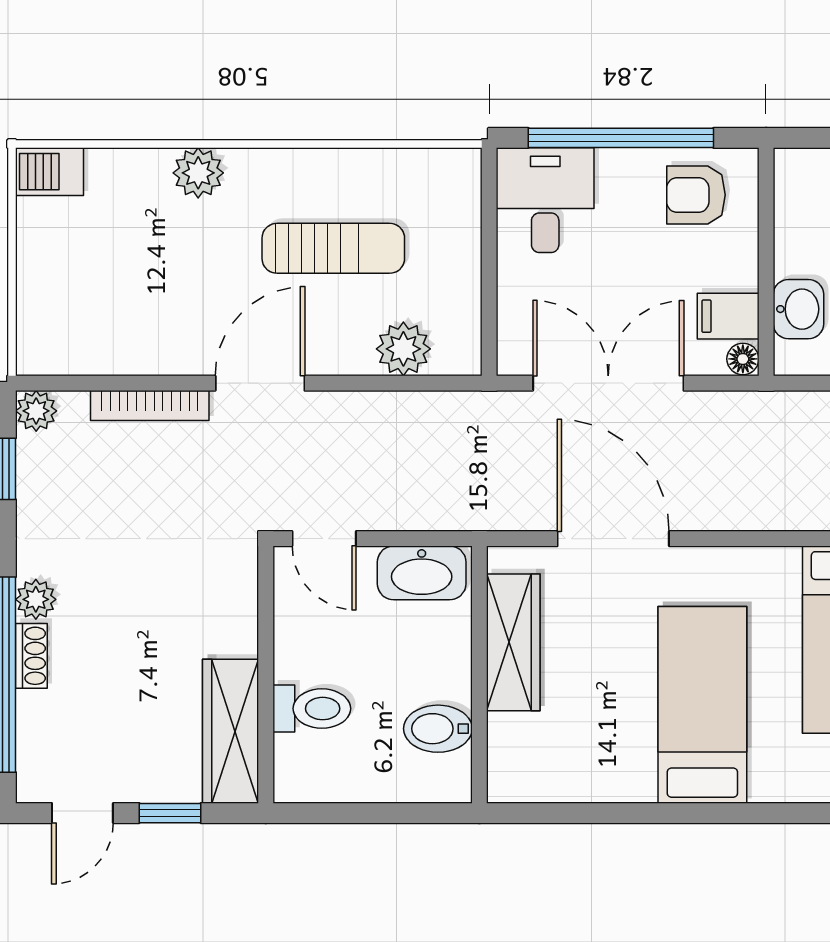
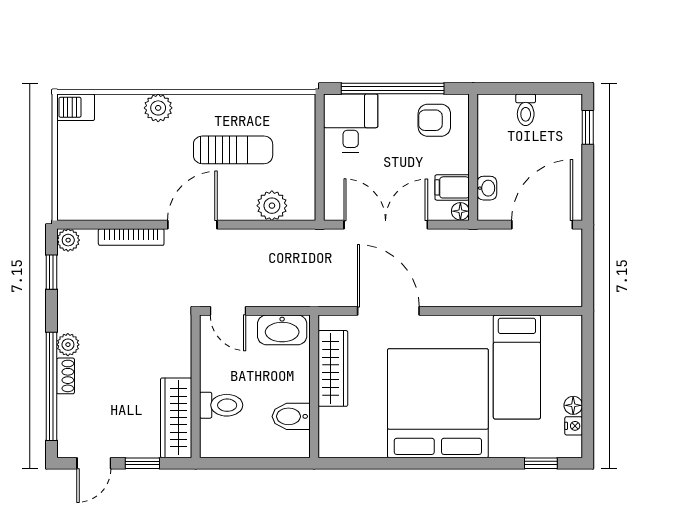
washbasin: (798, 309) -> (487, 188), width x0.72, depth x0.69
bed: (702, 705) -> (438, 403), width x2.04

